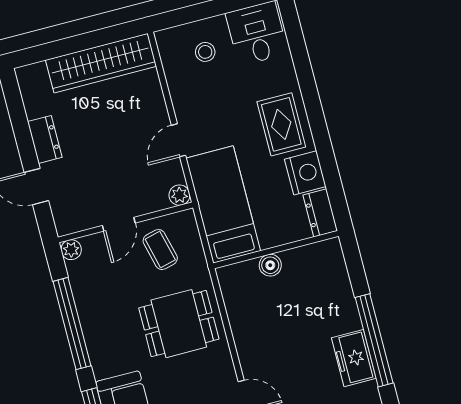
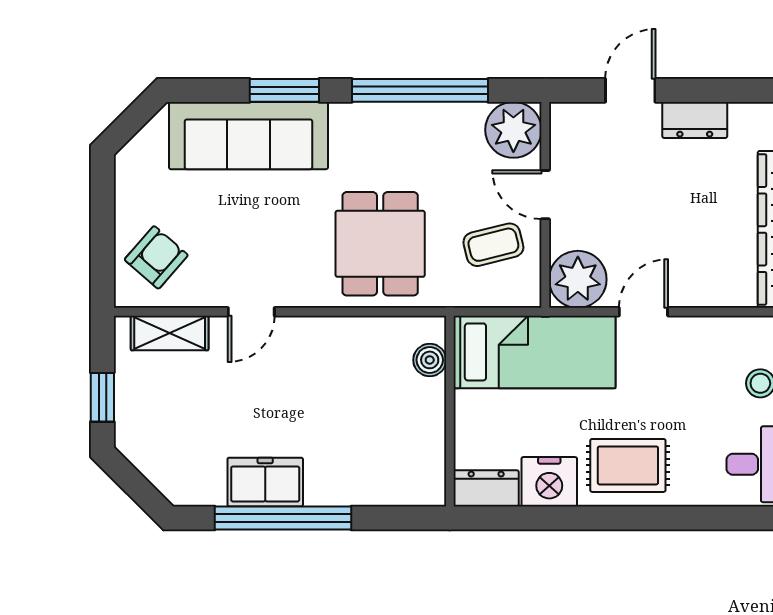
door: (178, 140) -> (643, 312), hinge flipped
plant: (179, 195) -> (578, 279), width x1.87, depth x1.87
plant: (71, 250) -> (513, 130), width x1.87, depth x1.87
boiler: (270, 265) -> (430, 360), moved

